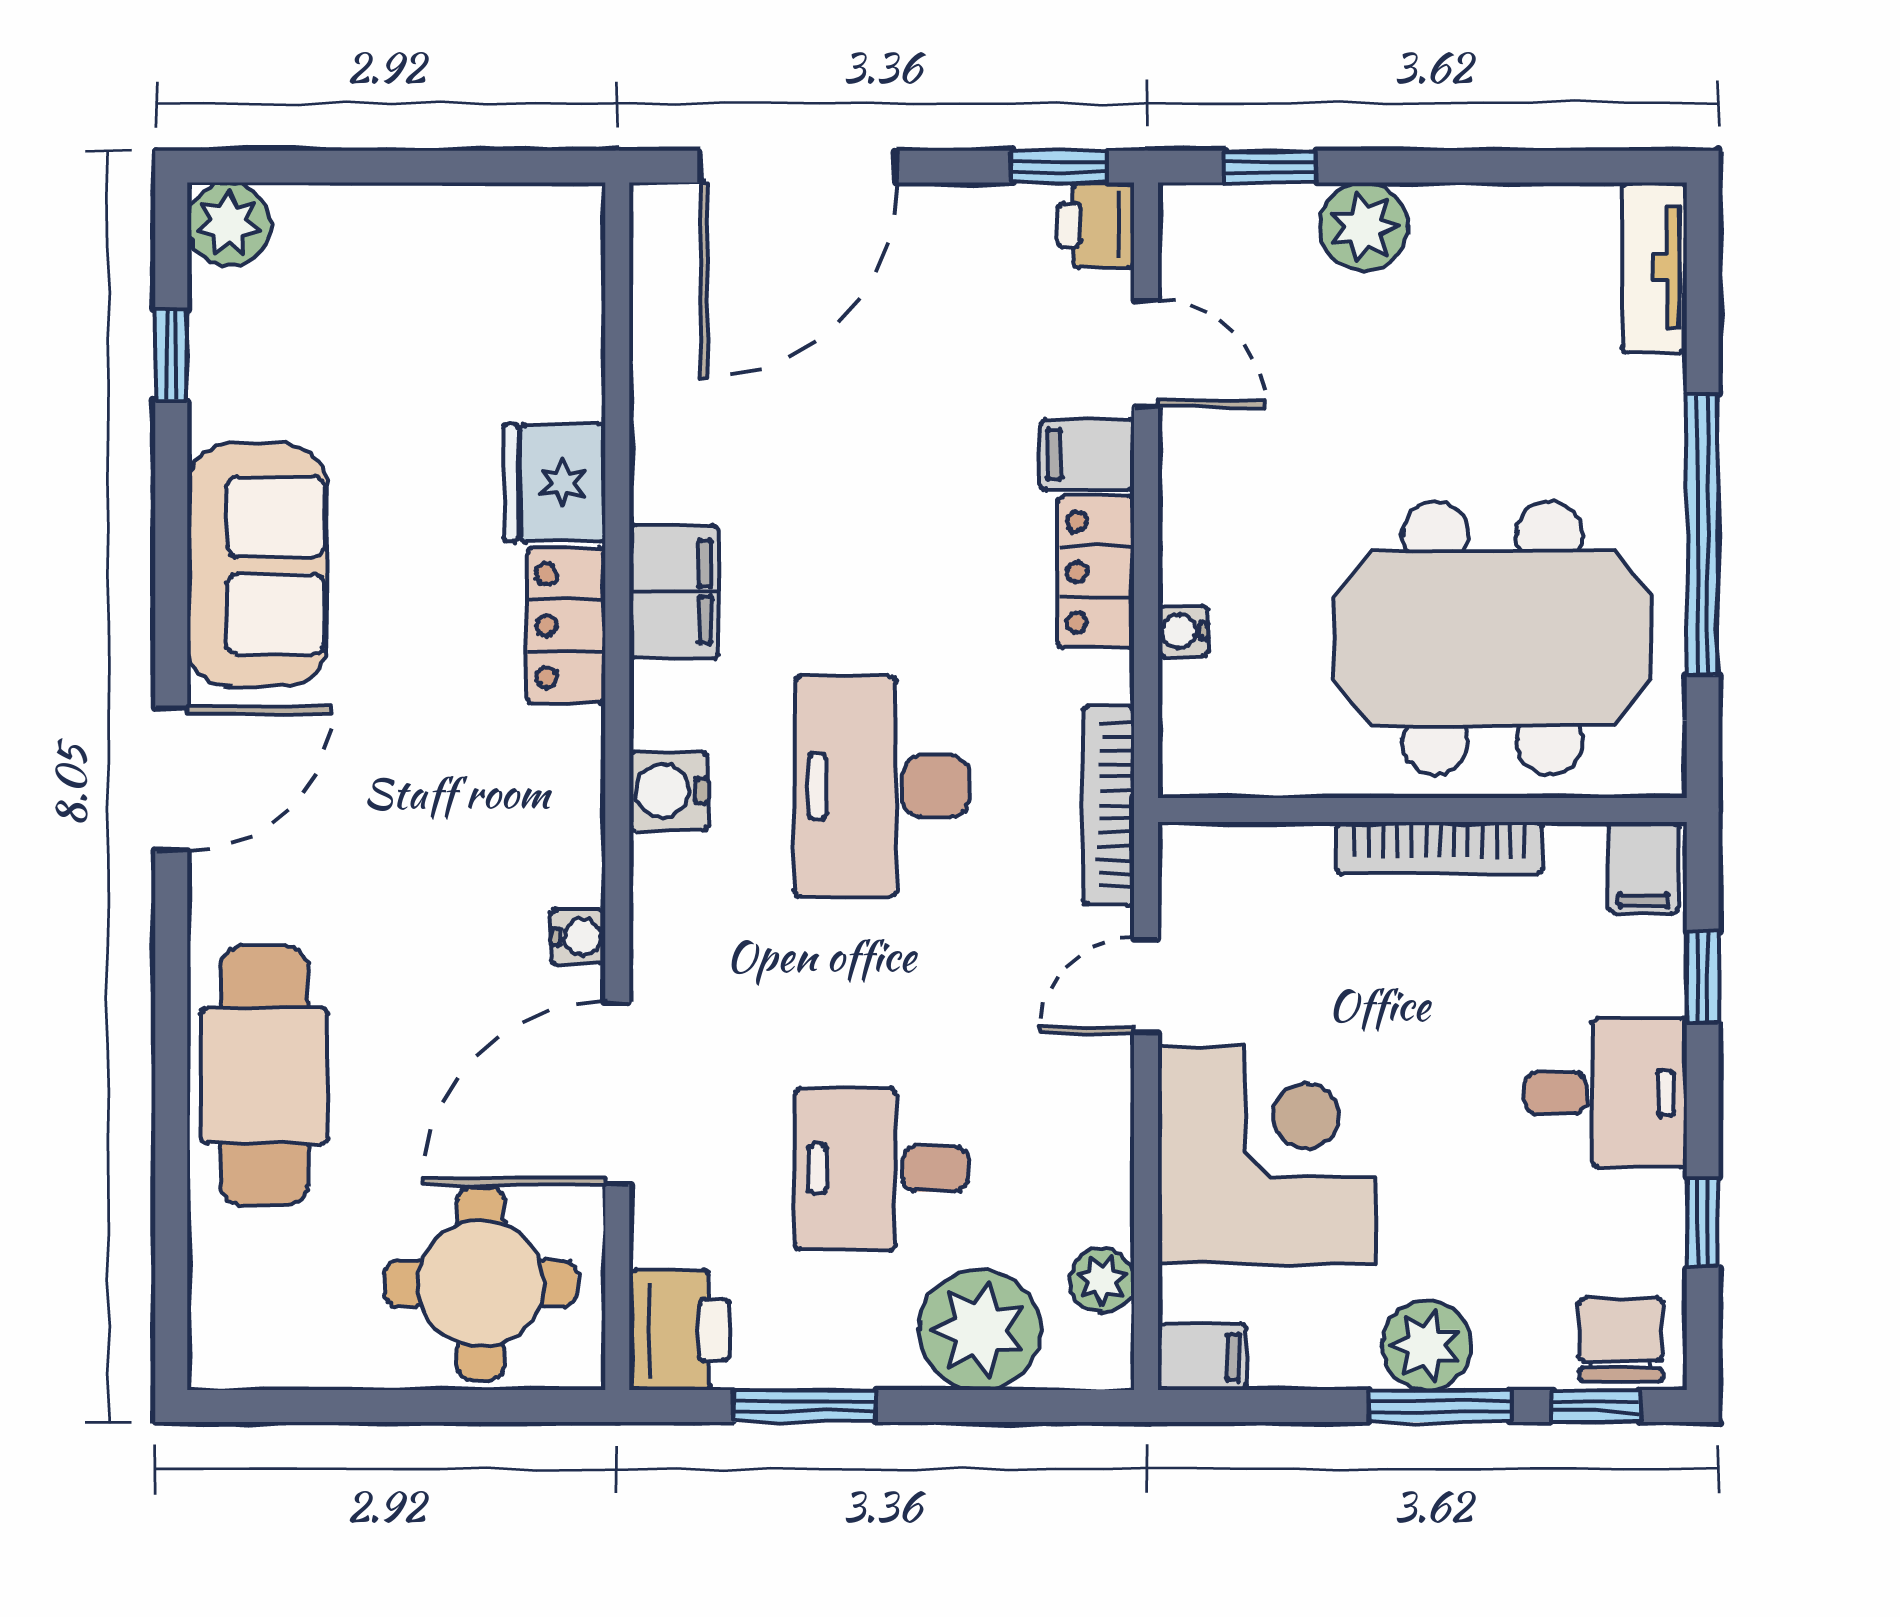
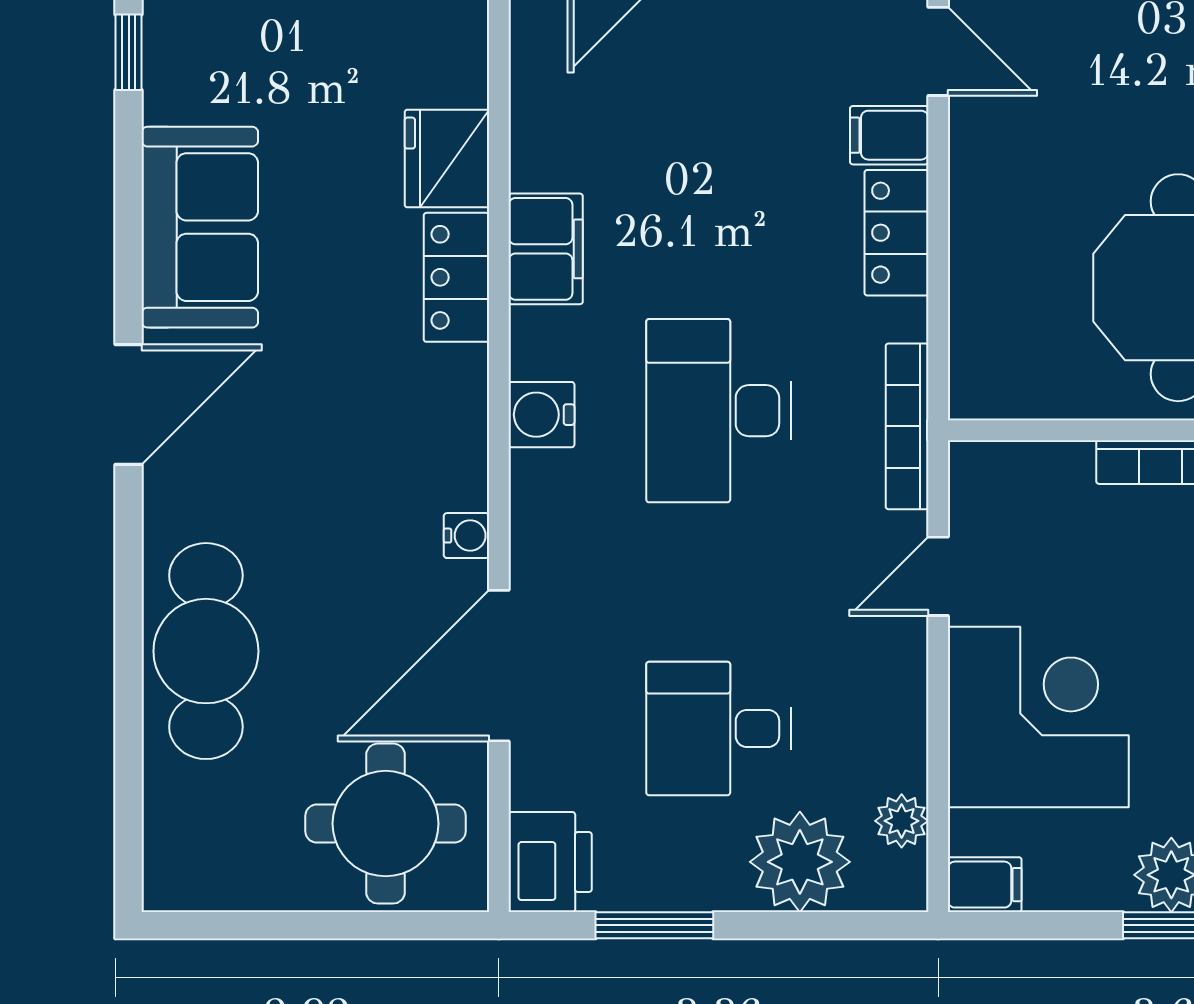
water cooler: (1183, 631) -> (969, 282), removed

